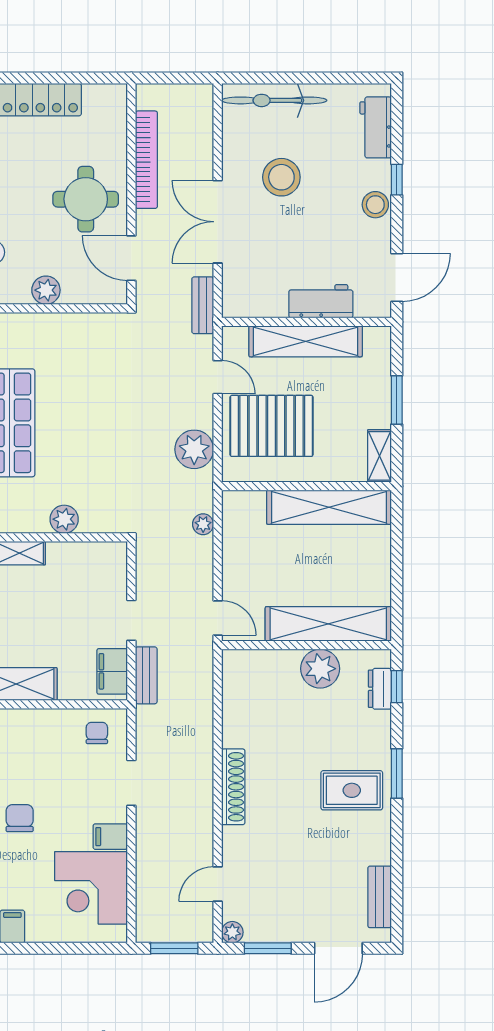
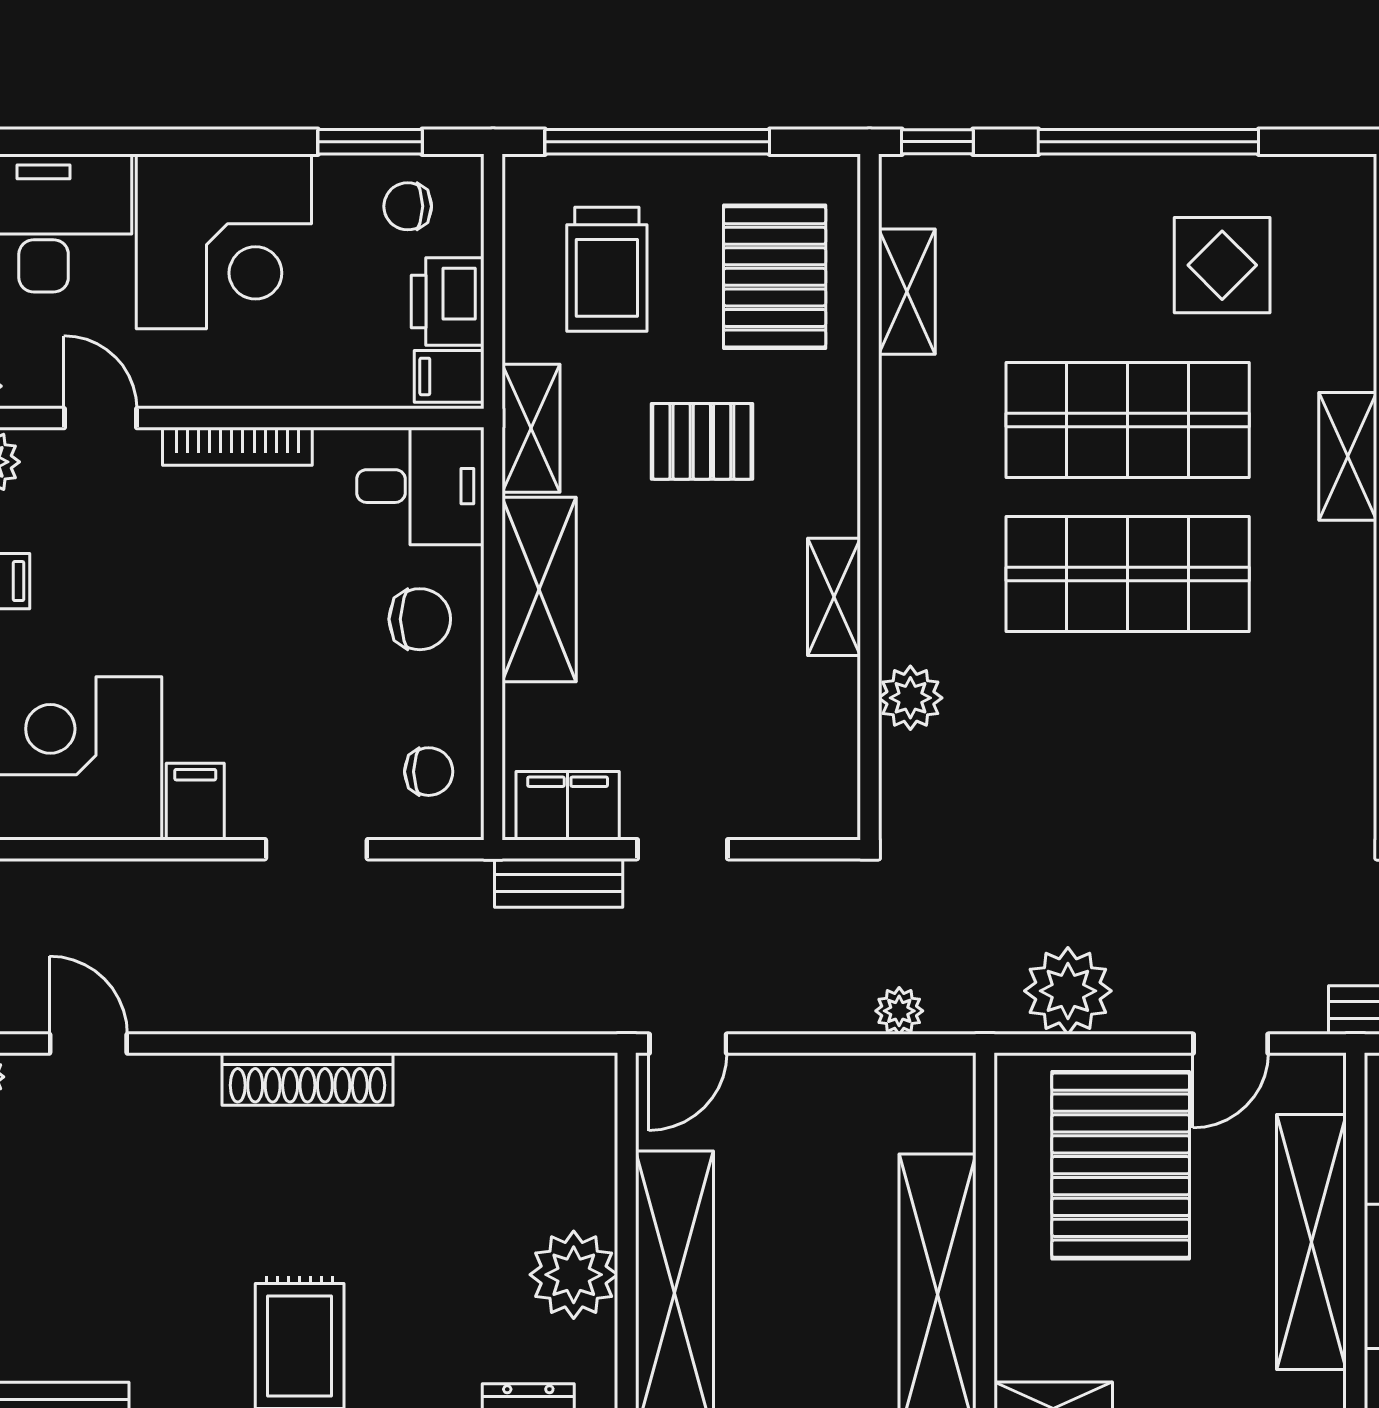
chair: (20, 818) -> (420, 619), moved

